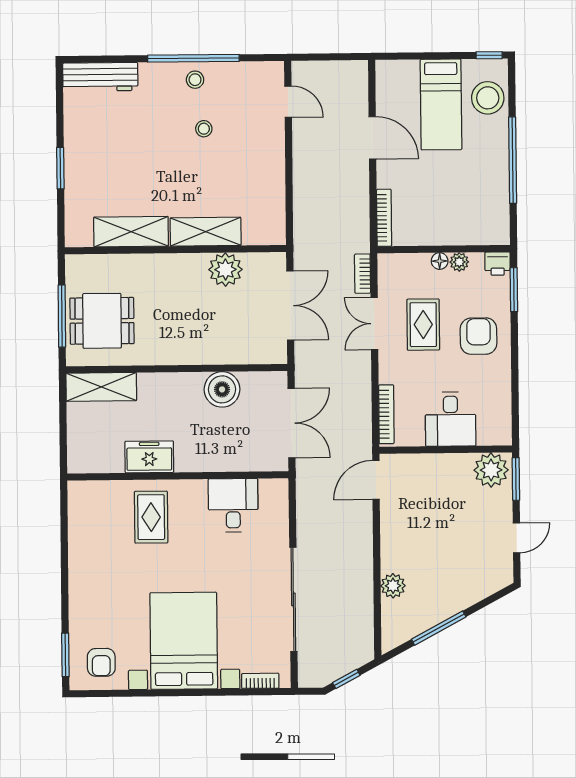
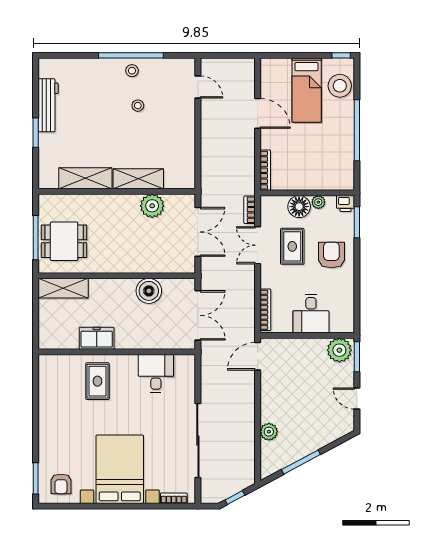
workbench: (100, 77) -> (48, 105), moved, turned -90
floor lamp: (440, 261) -> (299, 207), width x1.89, depth x1.89
door: (517, 538) -> (357, 399), swing flipped

